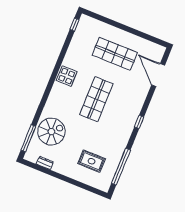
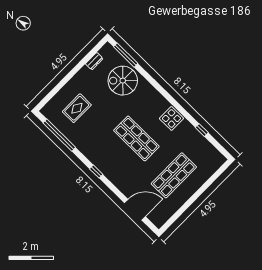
window: (75, 25) -> (202, 130), moved
spiral stairs: (51, 132) -> (123, 81), turned 90

